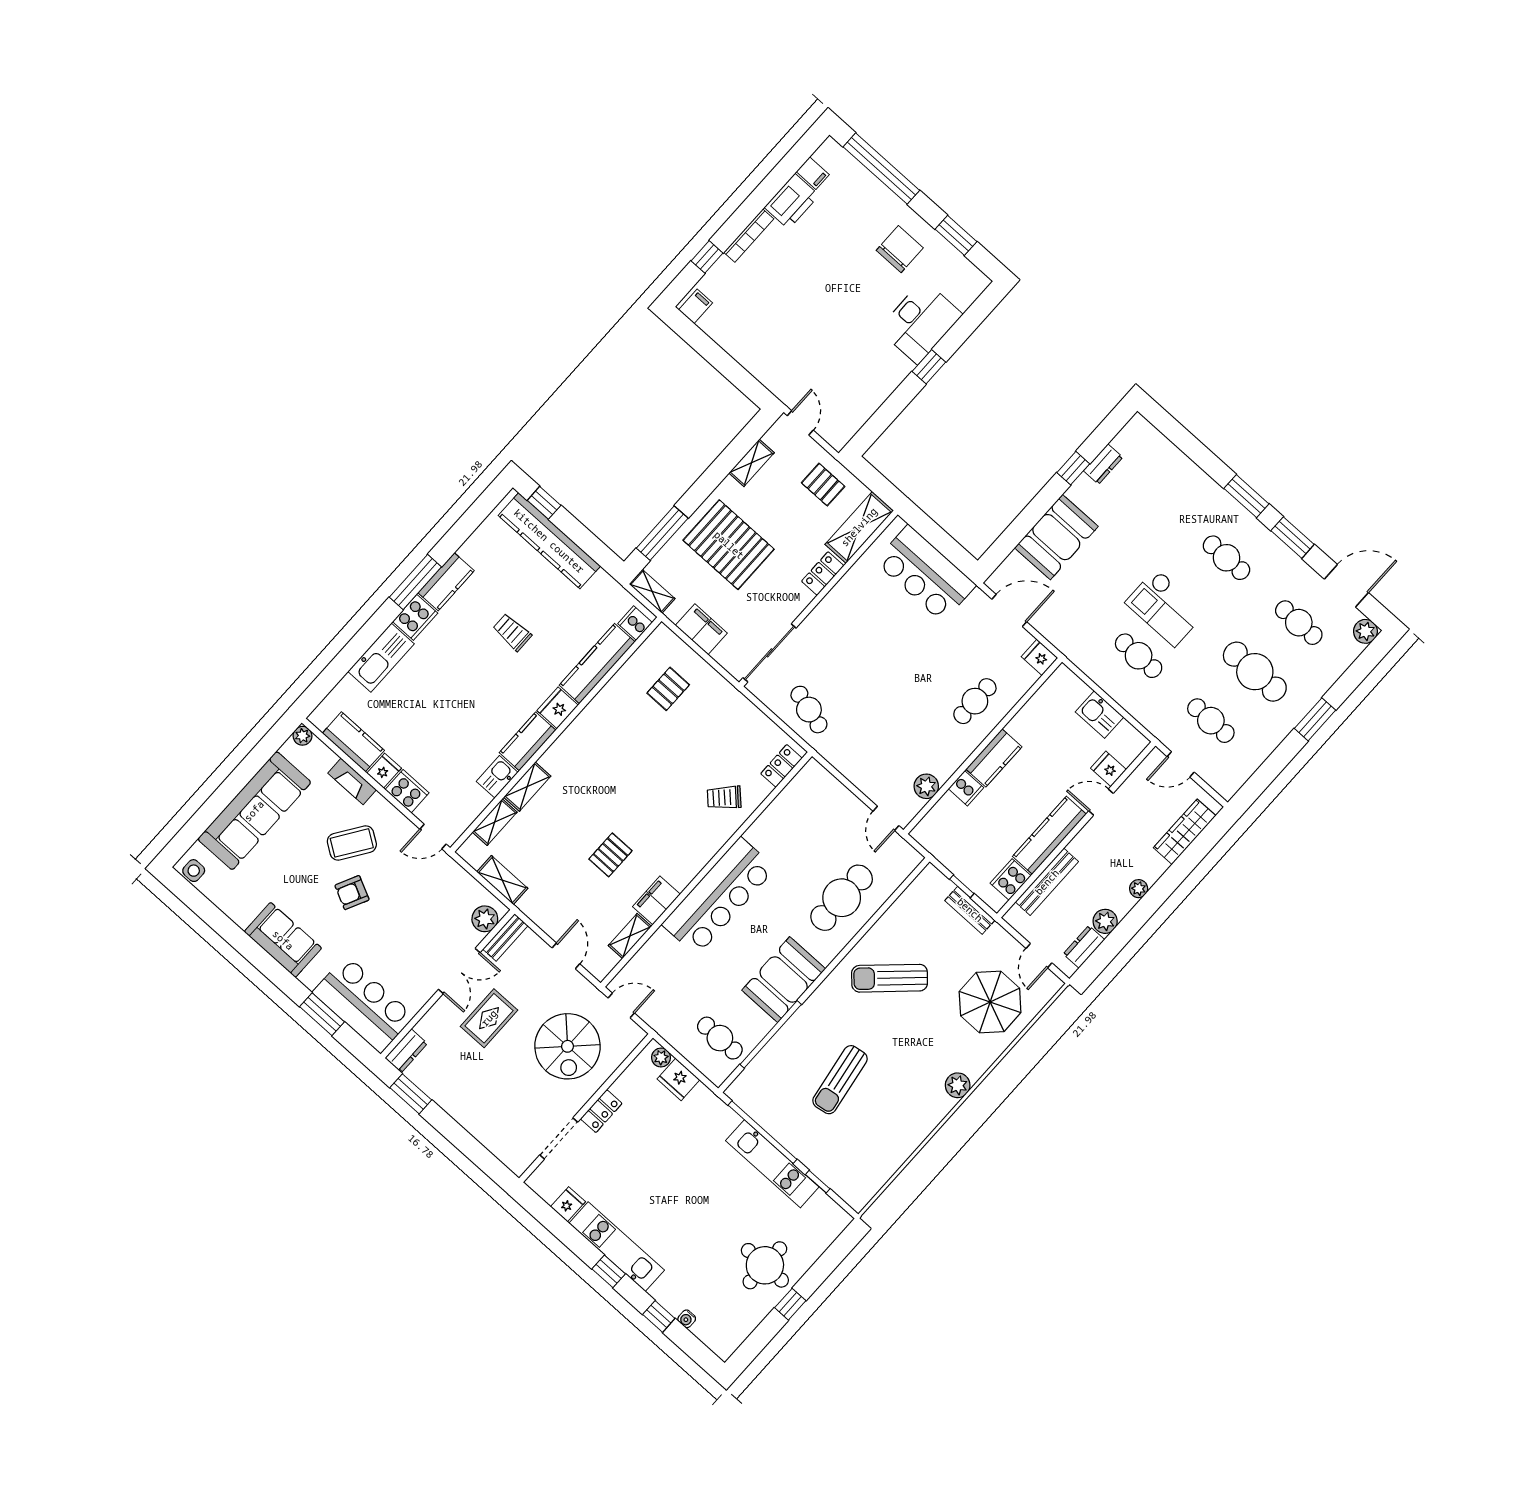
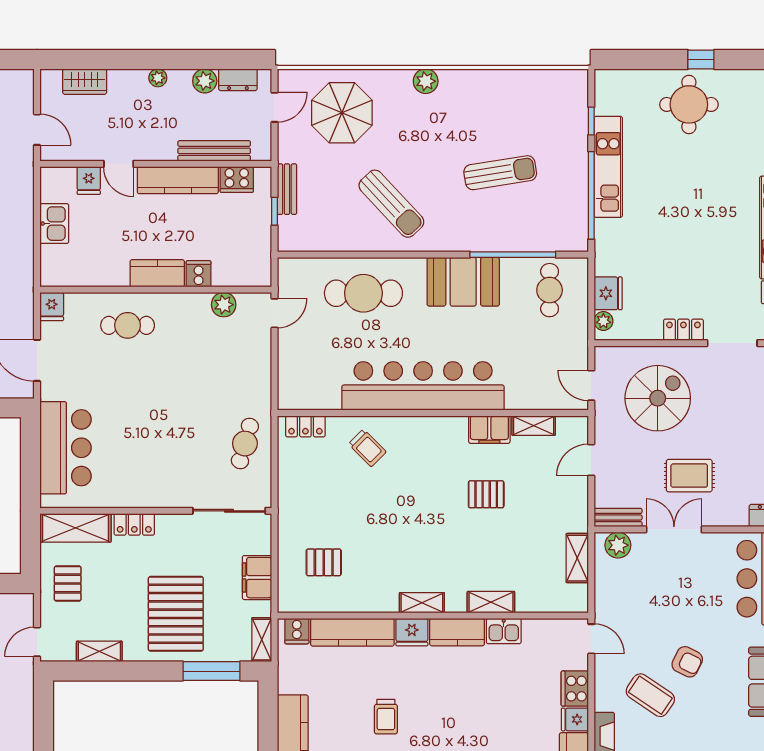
shelving: (495, 822) -> (422, 603), moved
wardrobe: (1185, 832) -> (85, 82), width x0.67
bar counter: (719, 896) -> (423, 386), width x1.36

